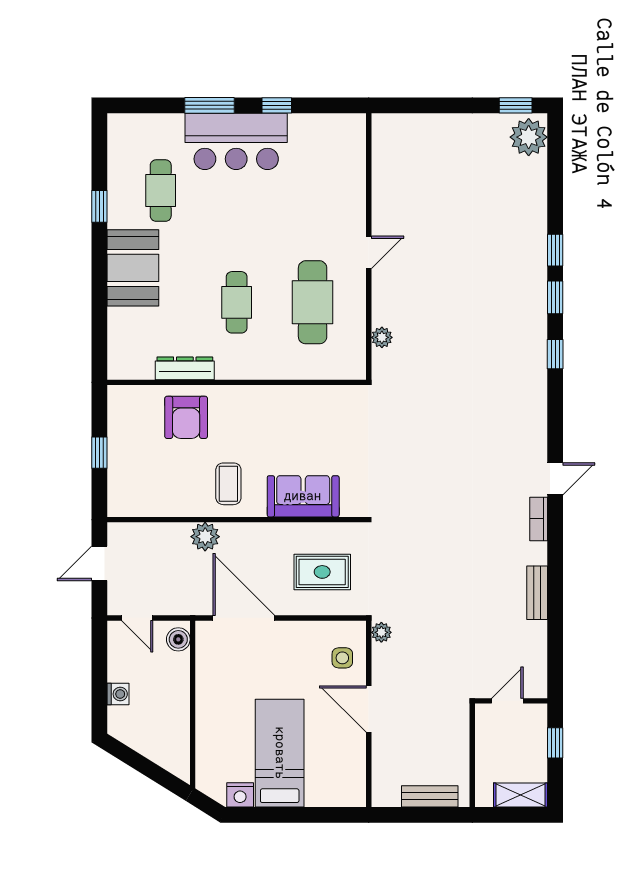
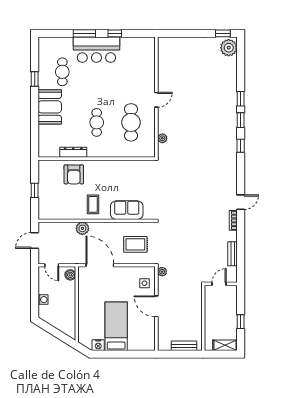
door: (507, 701) -> (219, 284), moved
wall: (511, 701) -> (221, 284), moved

